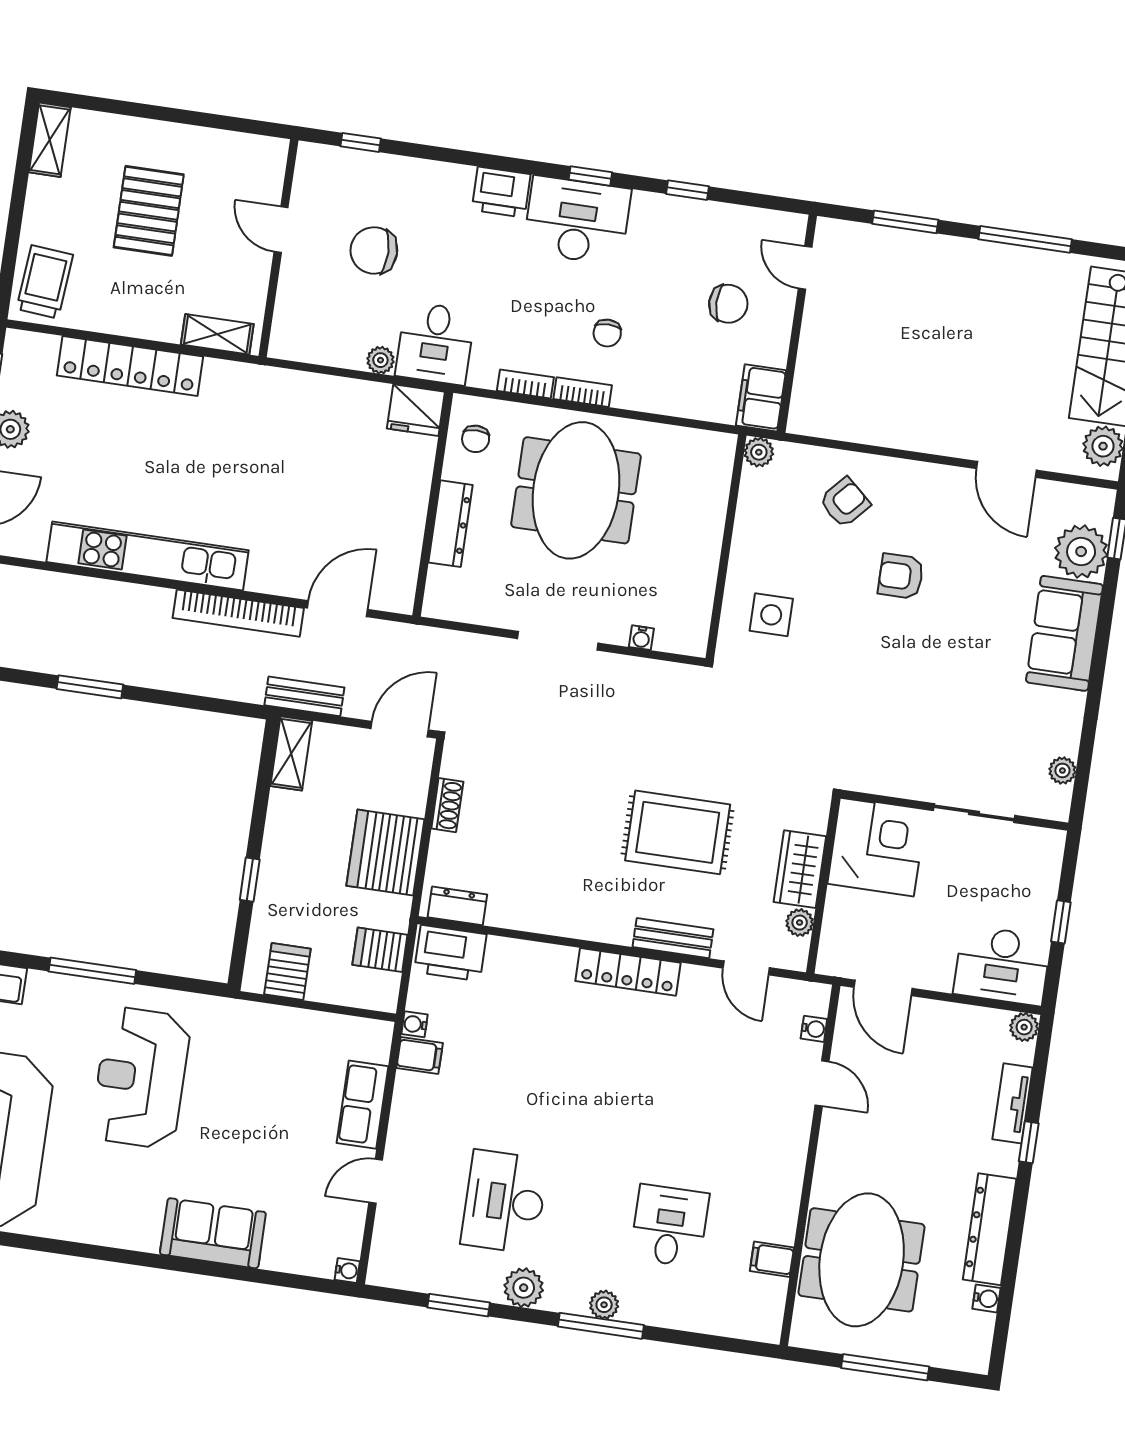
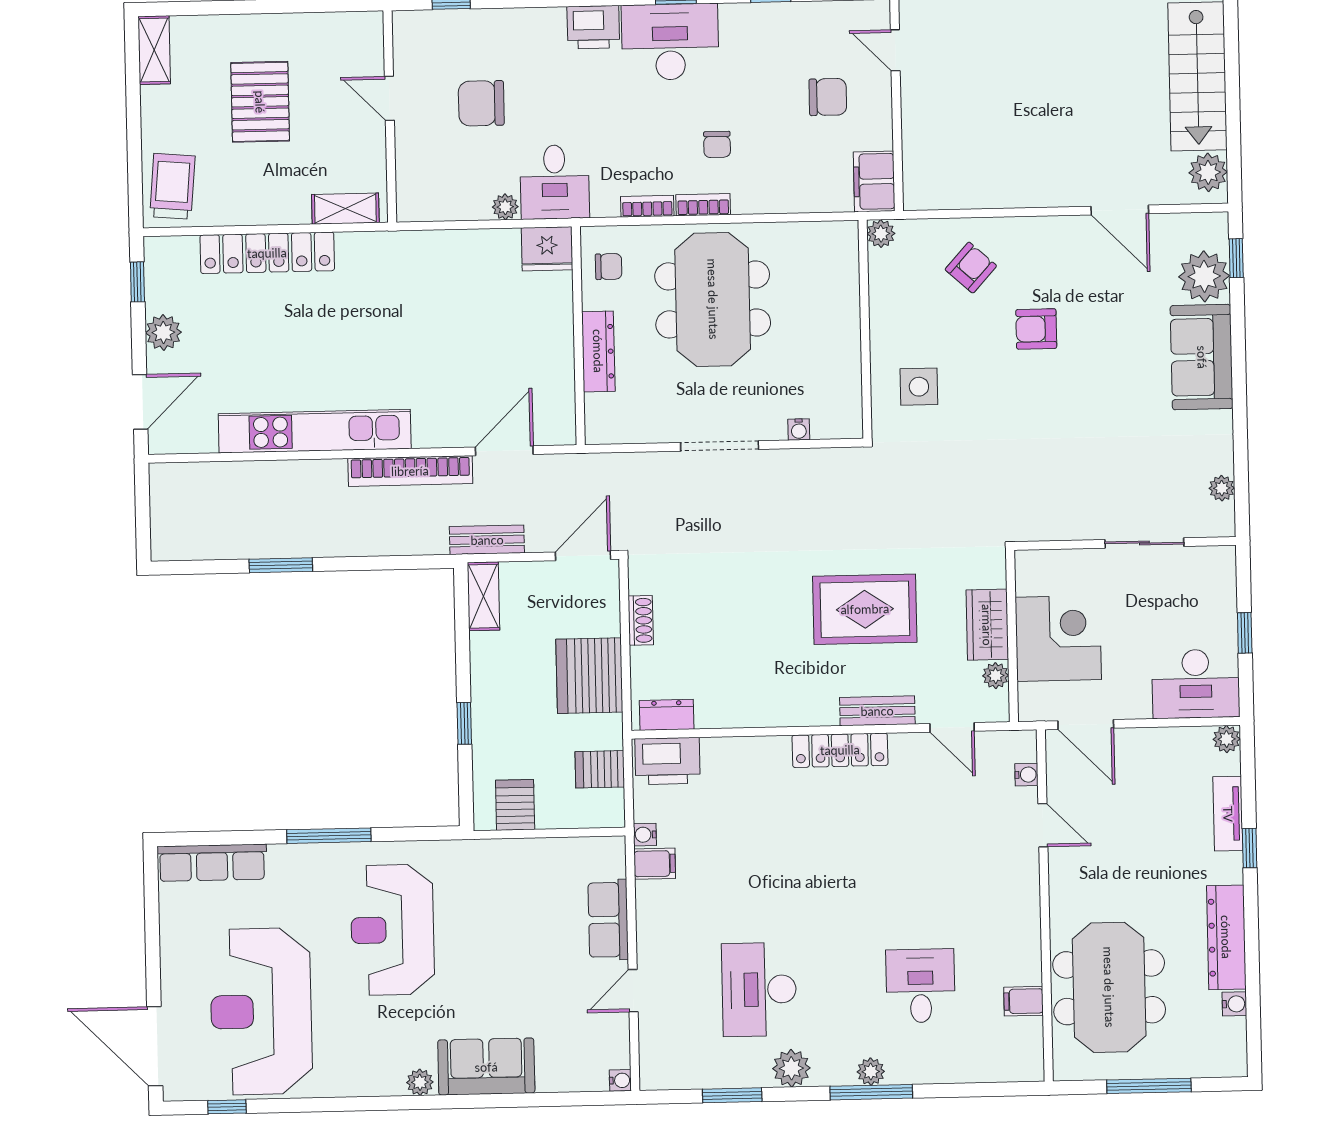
chair: (476, 439) -> (609, 267), turned -90
corner desk: (877, 847) -> (1058, 638), moved
plant: (143, 1238) -> (420, 1082), added

